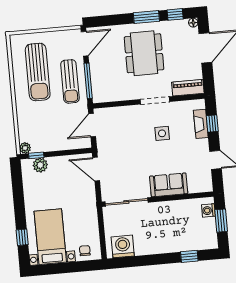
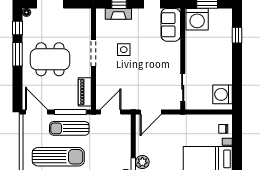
sun lounger: (70, 81) -> (69, 128), turned 180
piano: (188, 88) -> (85, 92), moved
door: (92, 125) -> (111, 112), swing flipped
sofa: (169, 185) -> (171, 25), moved
sliding door: (126, 202) -> (183, 87), width x0.73
washing machine: (208, 210) -> (197, 19), width x1.89, depth x1.89

